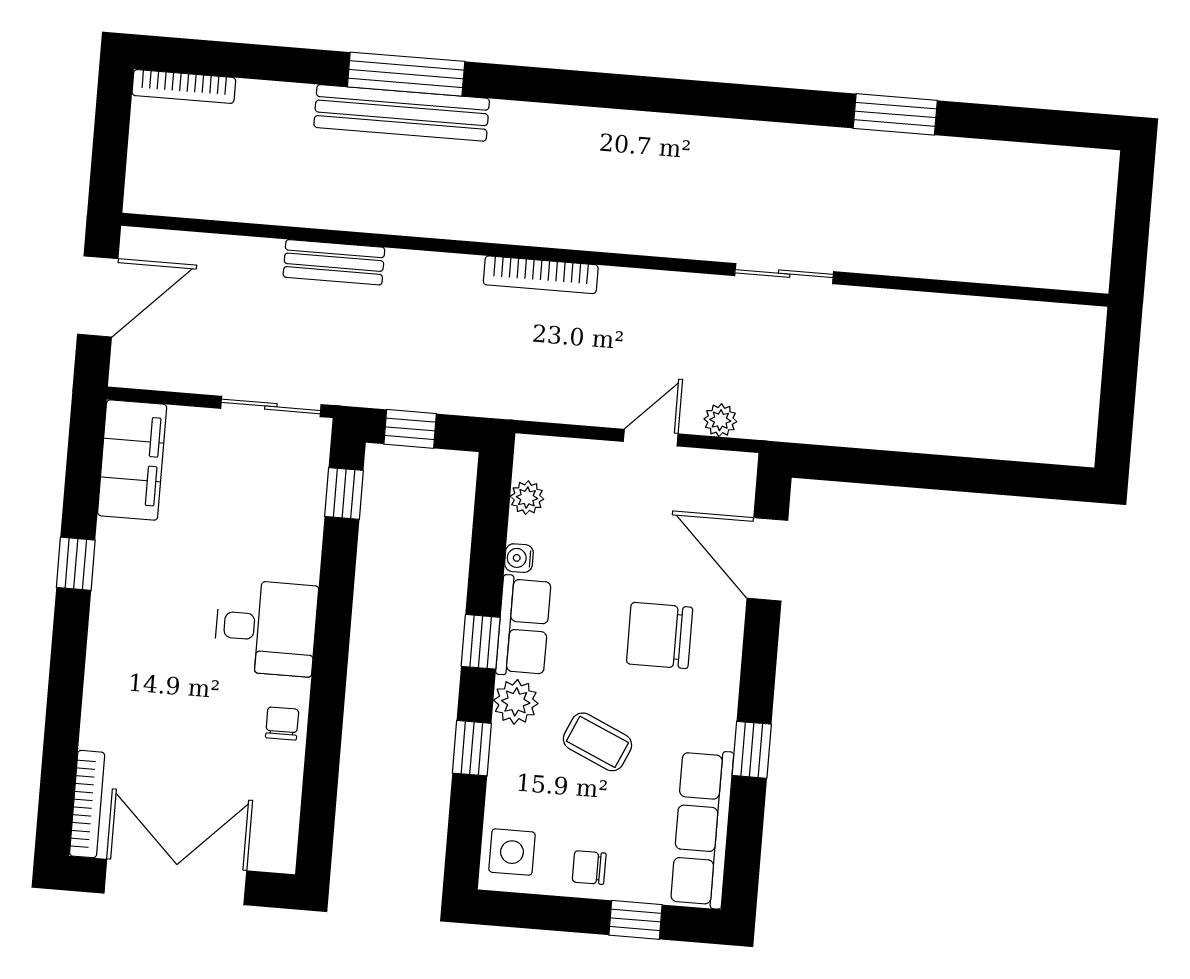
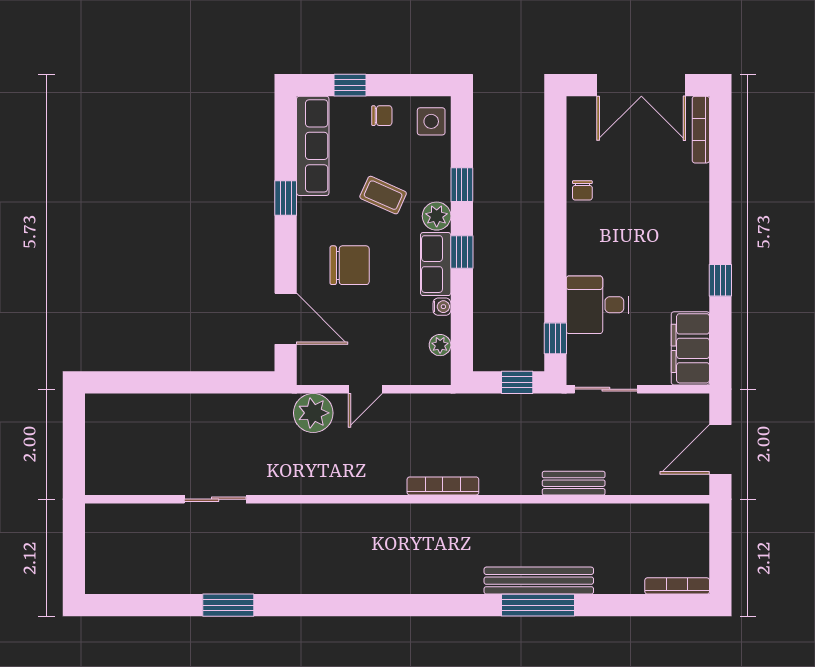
sliding door: (784, 274) -> (215, 499), moved
plant: (720, 420) -> (313, 413), width x1.88, depth x1.88
desk: (266, 628) -> (598, 305), moved

